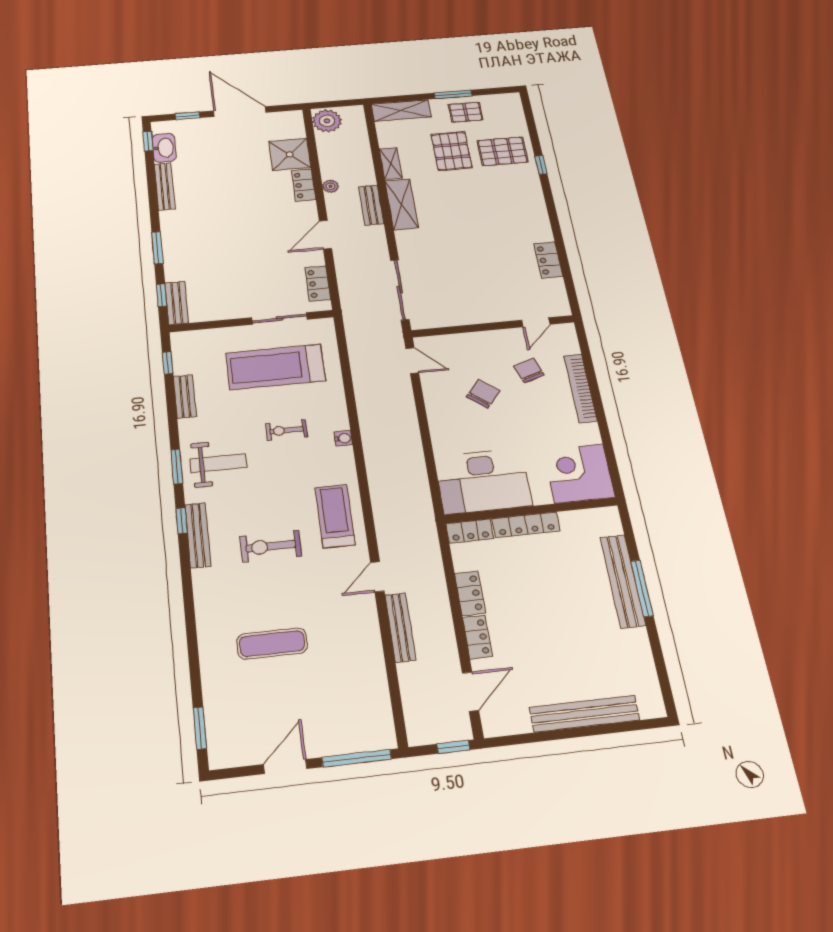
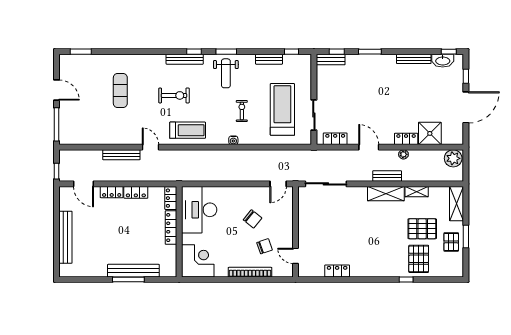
exercise bike: (271, 546) -> (174, 95), turned 90

